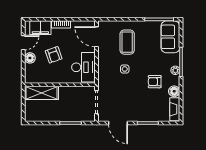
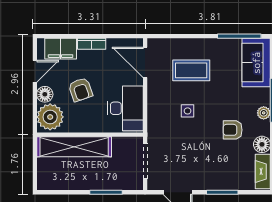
coffee table: (127, 42) -> (191, 70), turned 90
plant: (33, 73) -> (50, 117), added
shelving: (42, 93) -> (74, 147), width x1.47

